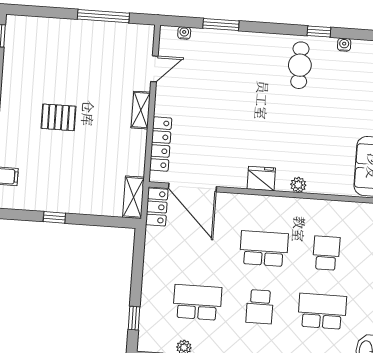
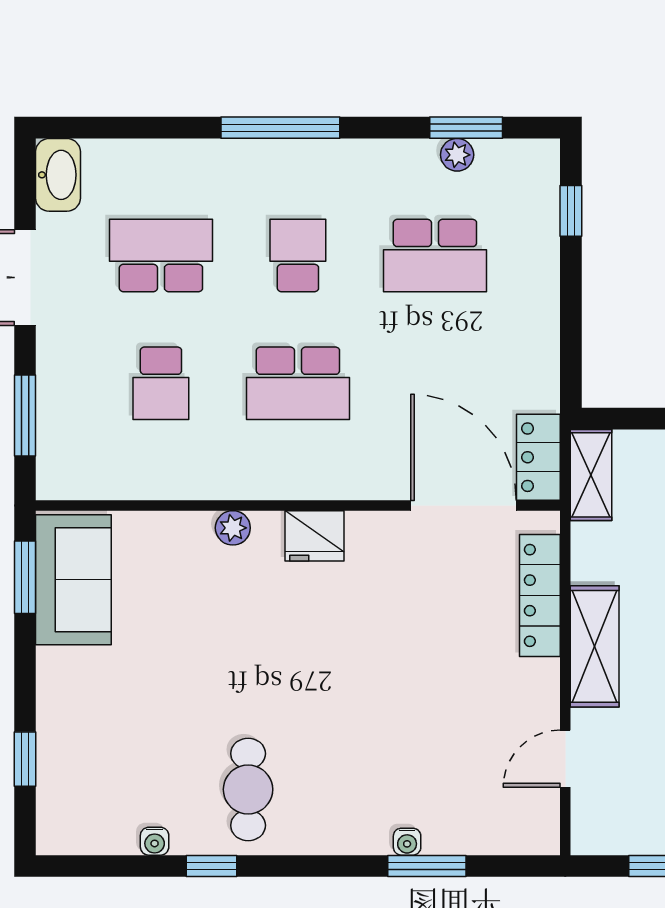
water cooler: (184, 33) -> (407, 842), moved
shelving: (141, 110) -> (595, 646), width x1.50, depth x1.33
school desk: (322, 311) -> (161, 255), turned 180

